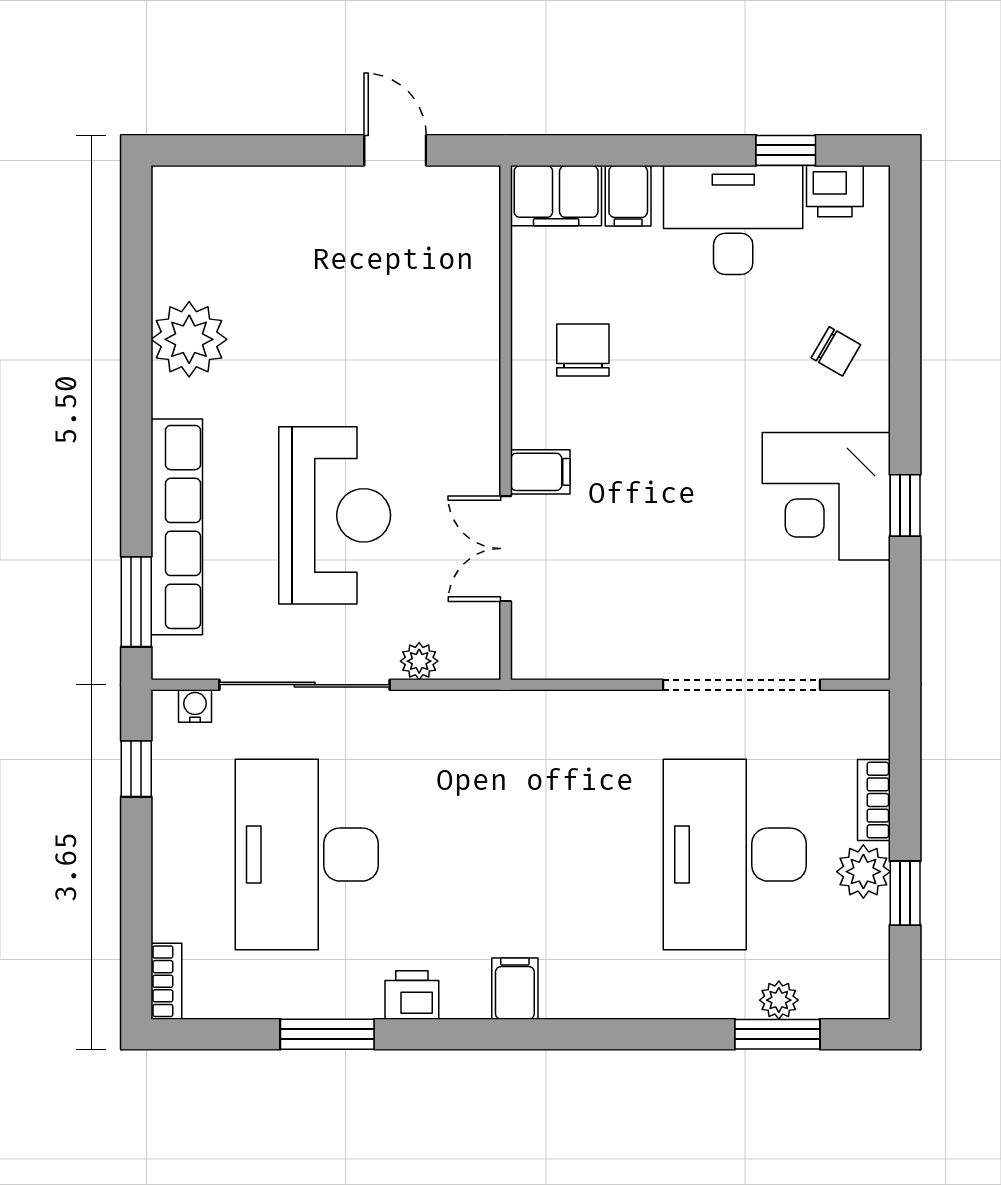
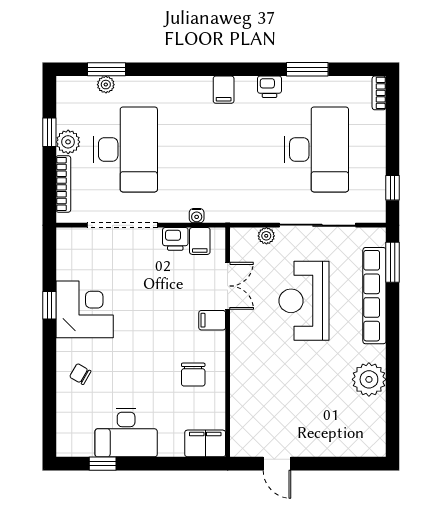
printer: (835, 191) -> (175, 239), moved, turned 180
filing cabinet: (628, 196) -> (200, 241), moved, turned 180
water cooler: (195, 706) -> (197, 216), moved
bookcase: (874, 800) -> (63, 184), width x1.56

